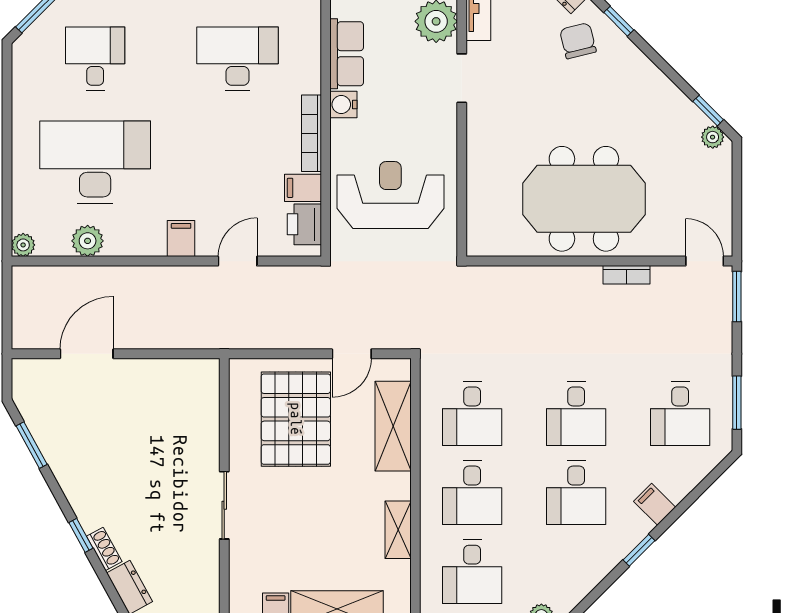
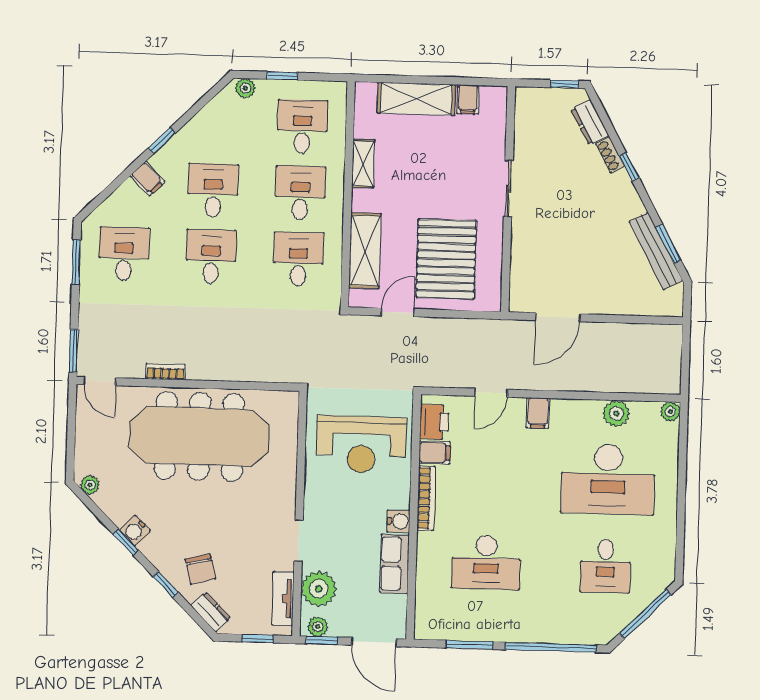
water cooler: (657, 84) -> (135, 530), added
window: (708, 111) -> (126, 542), moved
meeting table: (584, 199) -> (199, 436), width x1.36
door: (87, 354) -> (558, 317), moved
bench: (46, 436) -> (656, 251), added

